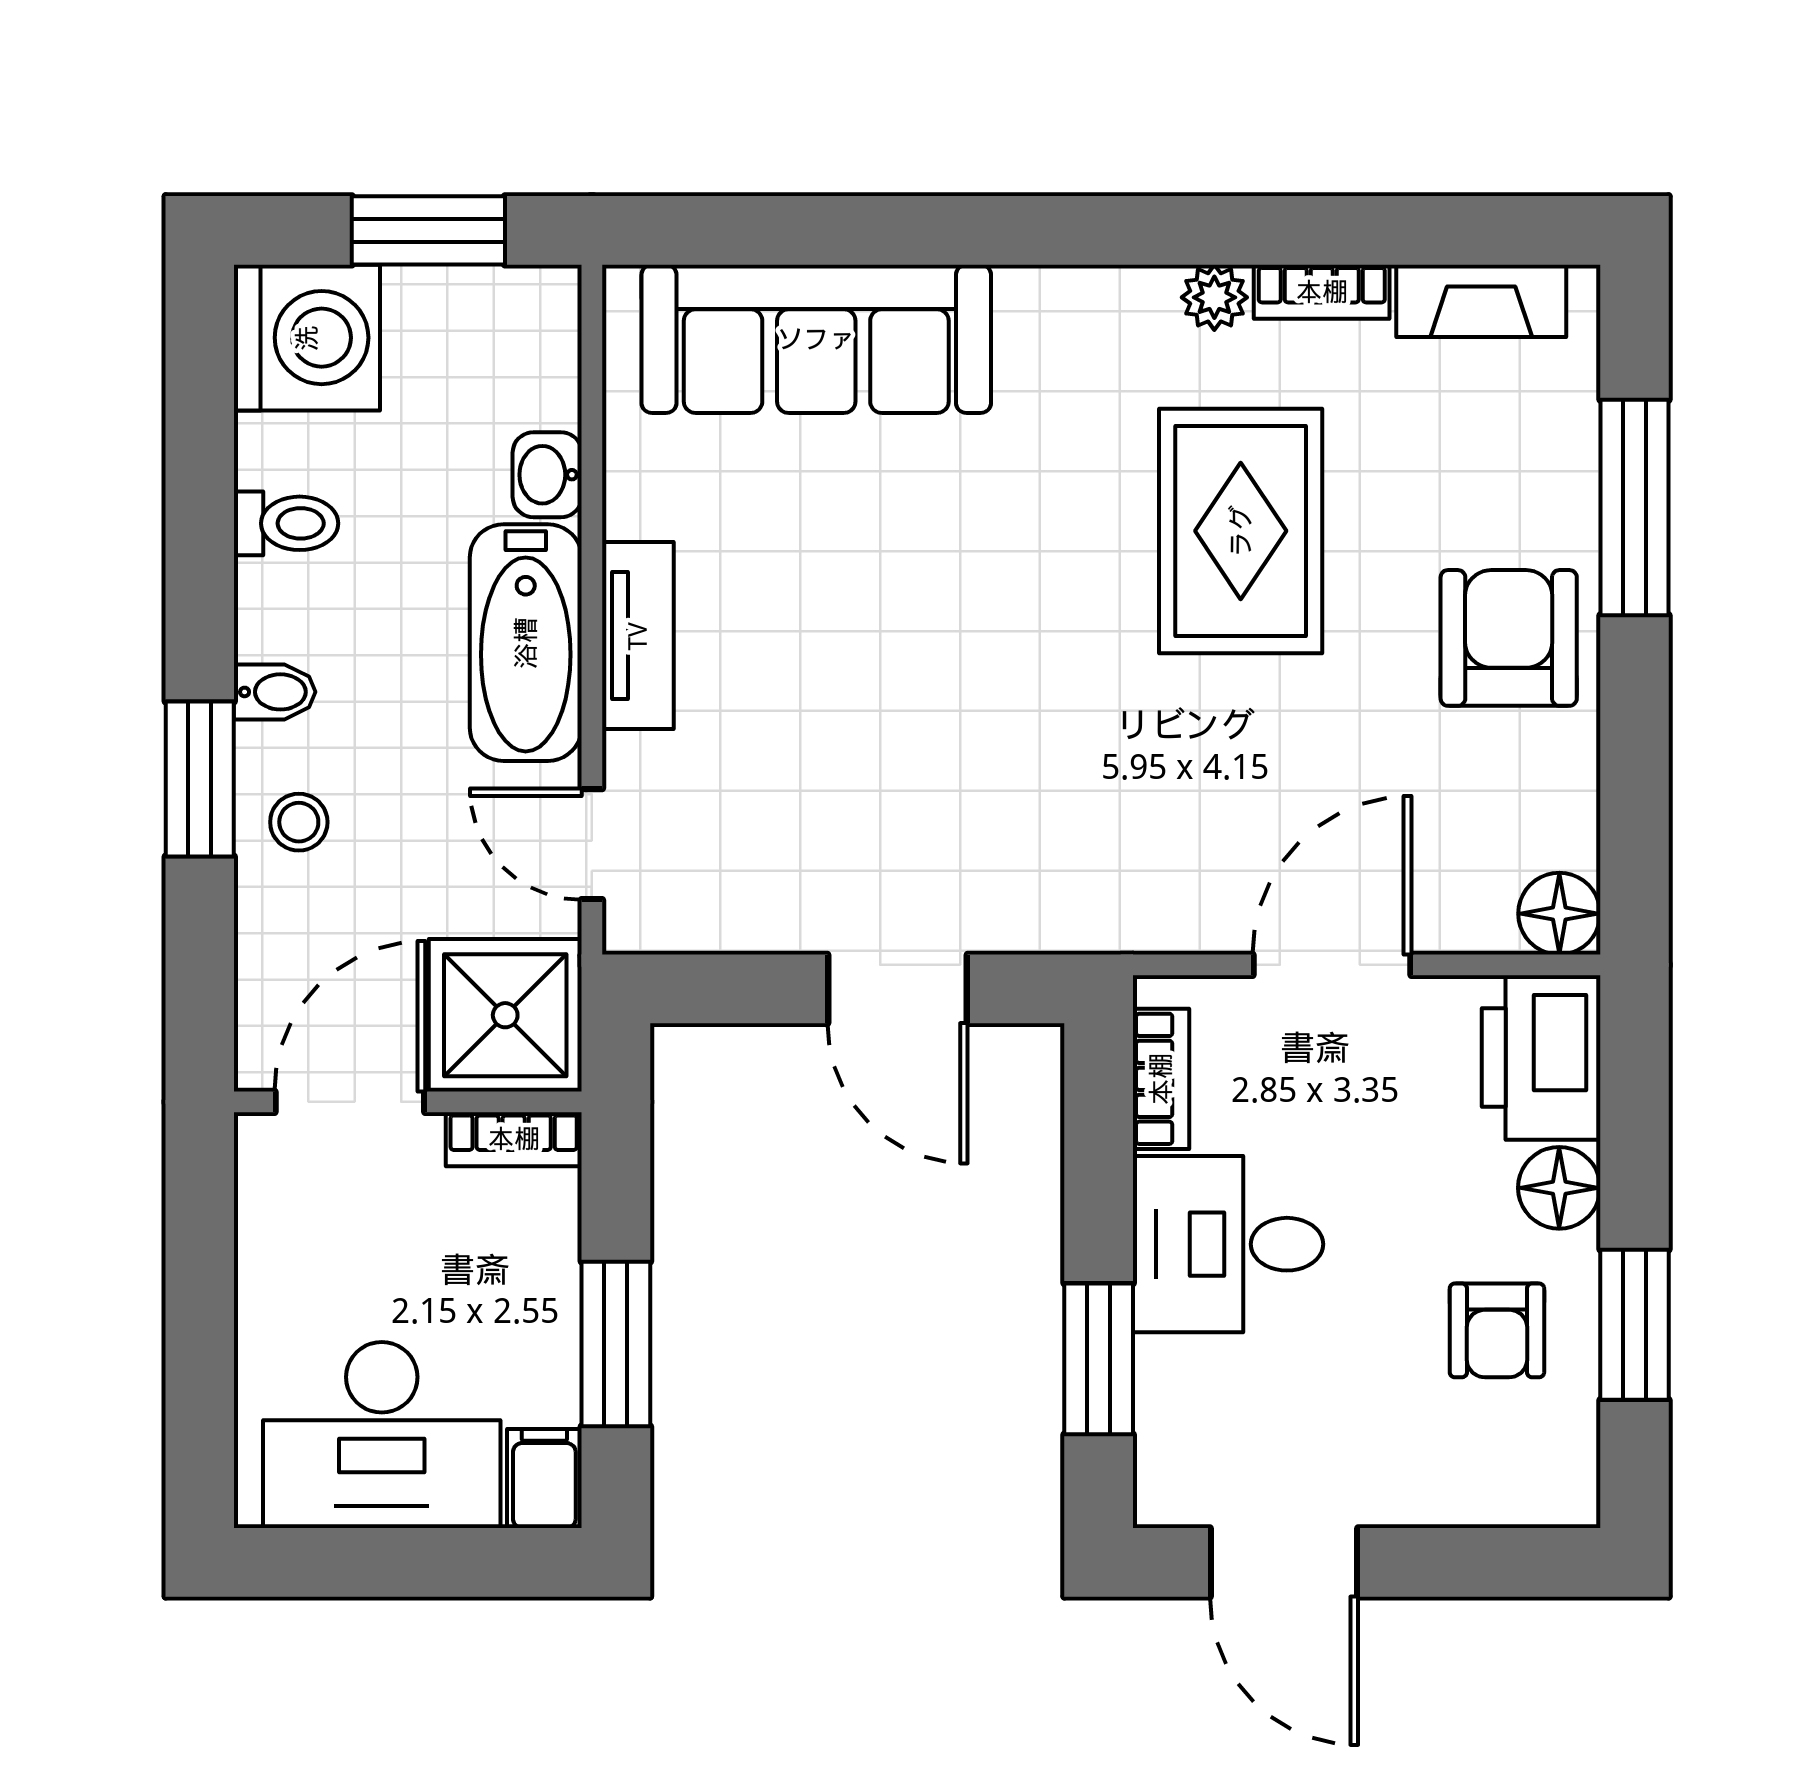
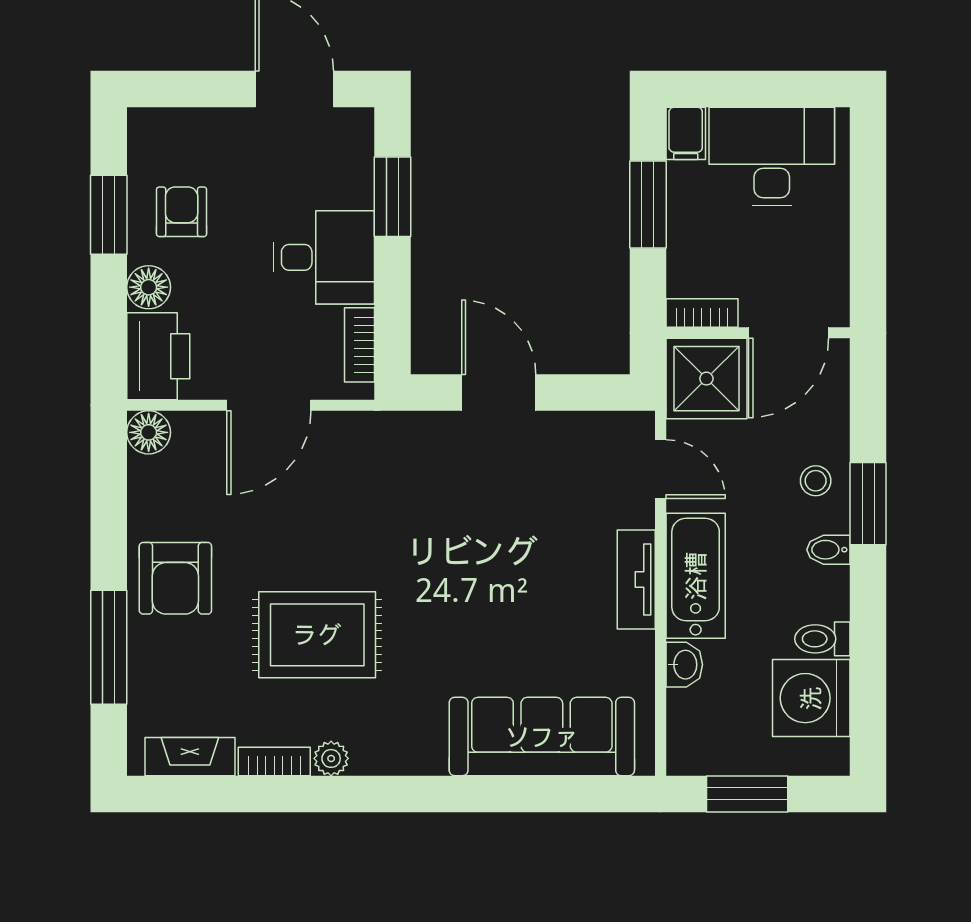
washing machine: (307, 338) -> (811, 698), moved
rug: (1241, 531) -> (317, 635), turned 90

